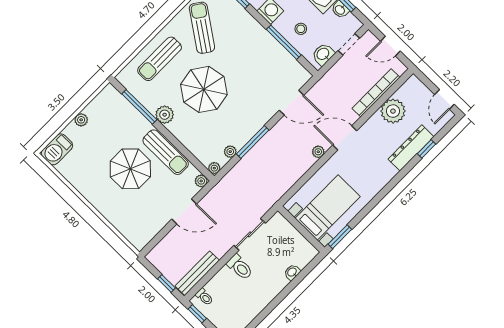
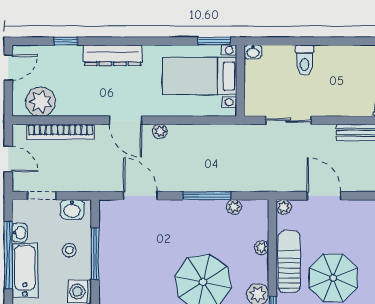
plant: (393, 111) -> (41, 102), moved
dresser: (411, 148) -> (113, 55), moved
plant: (214, 168) -> (262, 248), moved
toilet: (240, 267) -> (305, 60), moved, turned 180
washbasin: (292, 272) -> (253, 52), moved

